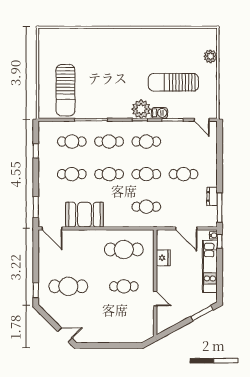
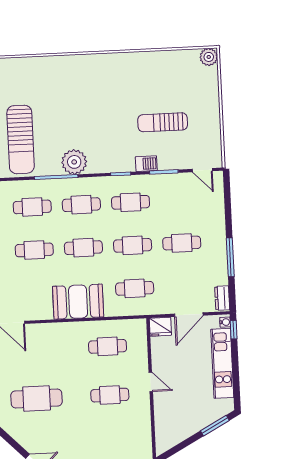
plant: (211, 56) -> (209, 57), moved
sun lounger: (173, 82) -> (163, 122), width x0.73, depth x0.75
plant: (141, 109) -> (74, 162), moved
dresser: (212, 196) -> (222, 298), moved
window: (220, 208) -> (230, 257), moved
booth: (84, 215) -> (78, 302), moved
door: (186, 228) -> (189, 315), hinge flipped
cafe table: (124, 249) -> (108, 346), width x0.73, depth x0.74
fridge: (163, 258) -> (160, 327), moved, turned 90
door: (155, 299) -> (151, 382), moved

